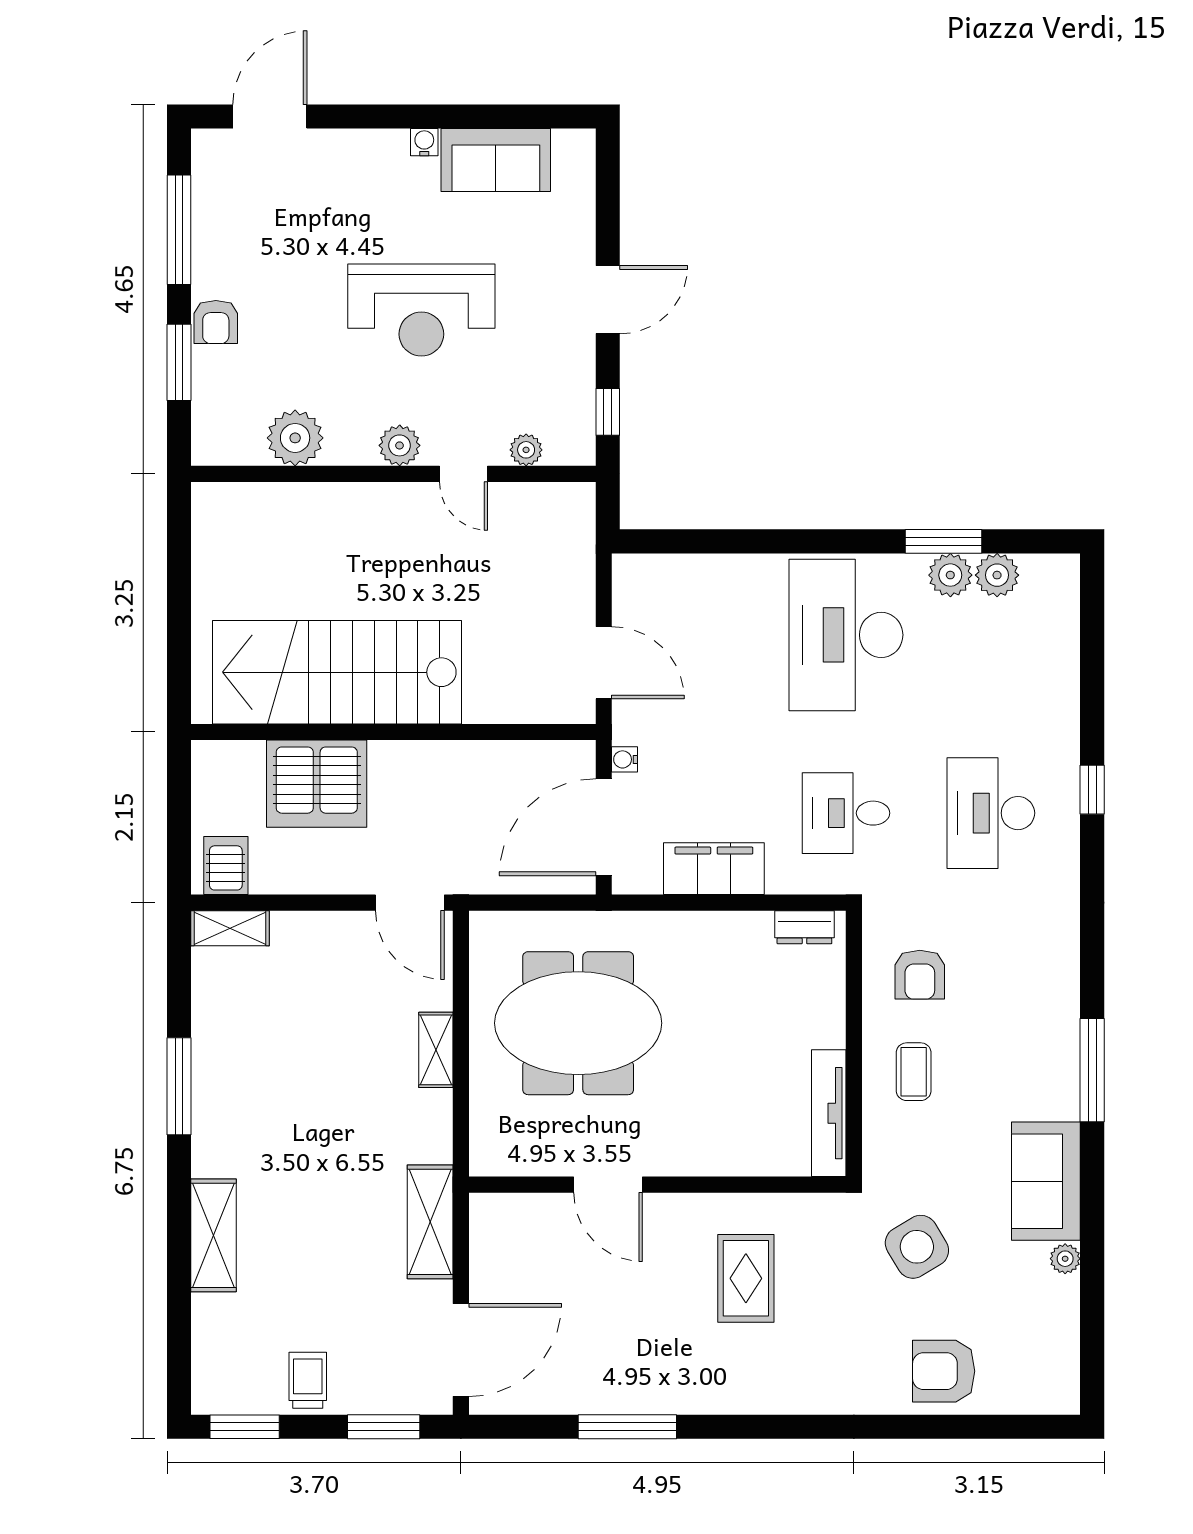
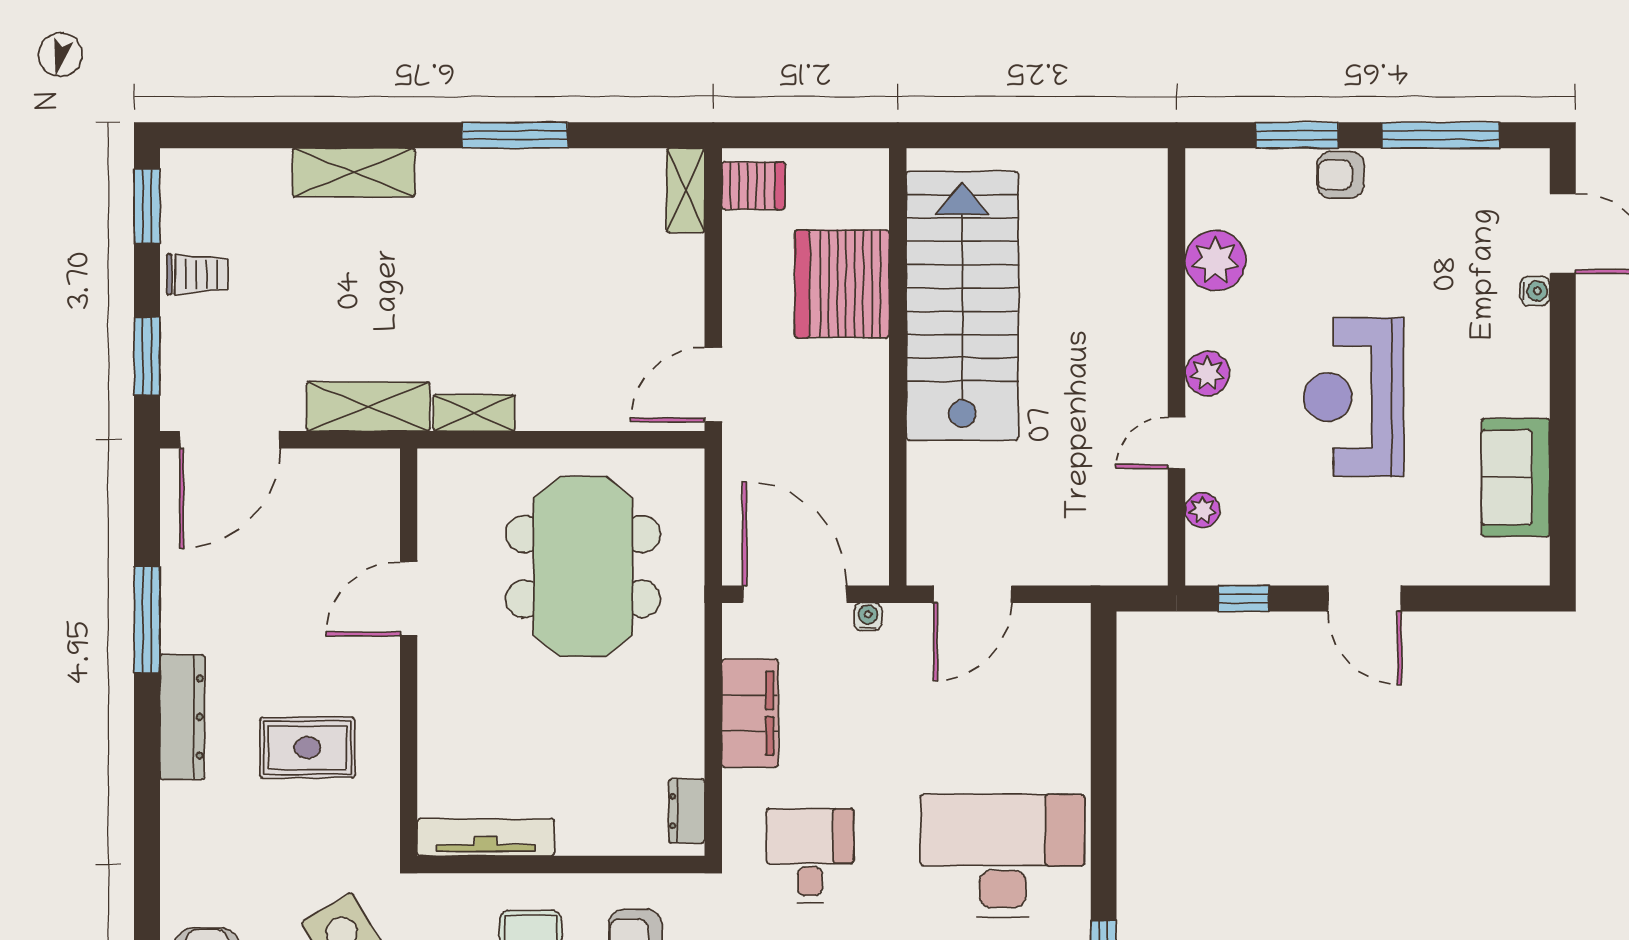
water cooler: (424, 142) -> (1535, 291), moved
shelving: (436, 1050) -> (474, 413), moved
door: (461, 1350) -> (230, 440), hinge flipped
dresser: (717, 1394) -> (182, 717), added

